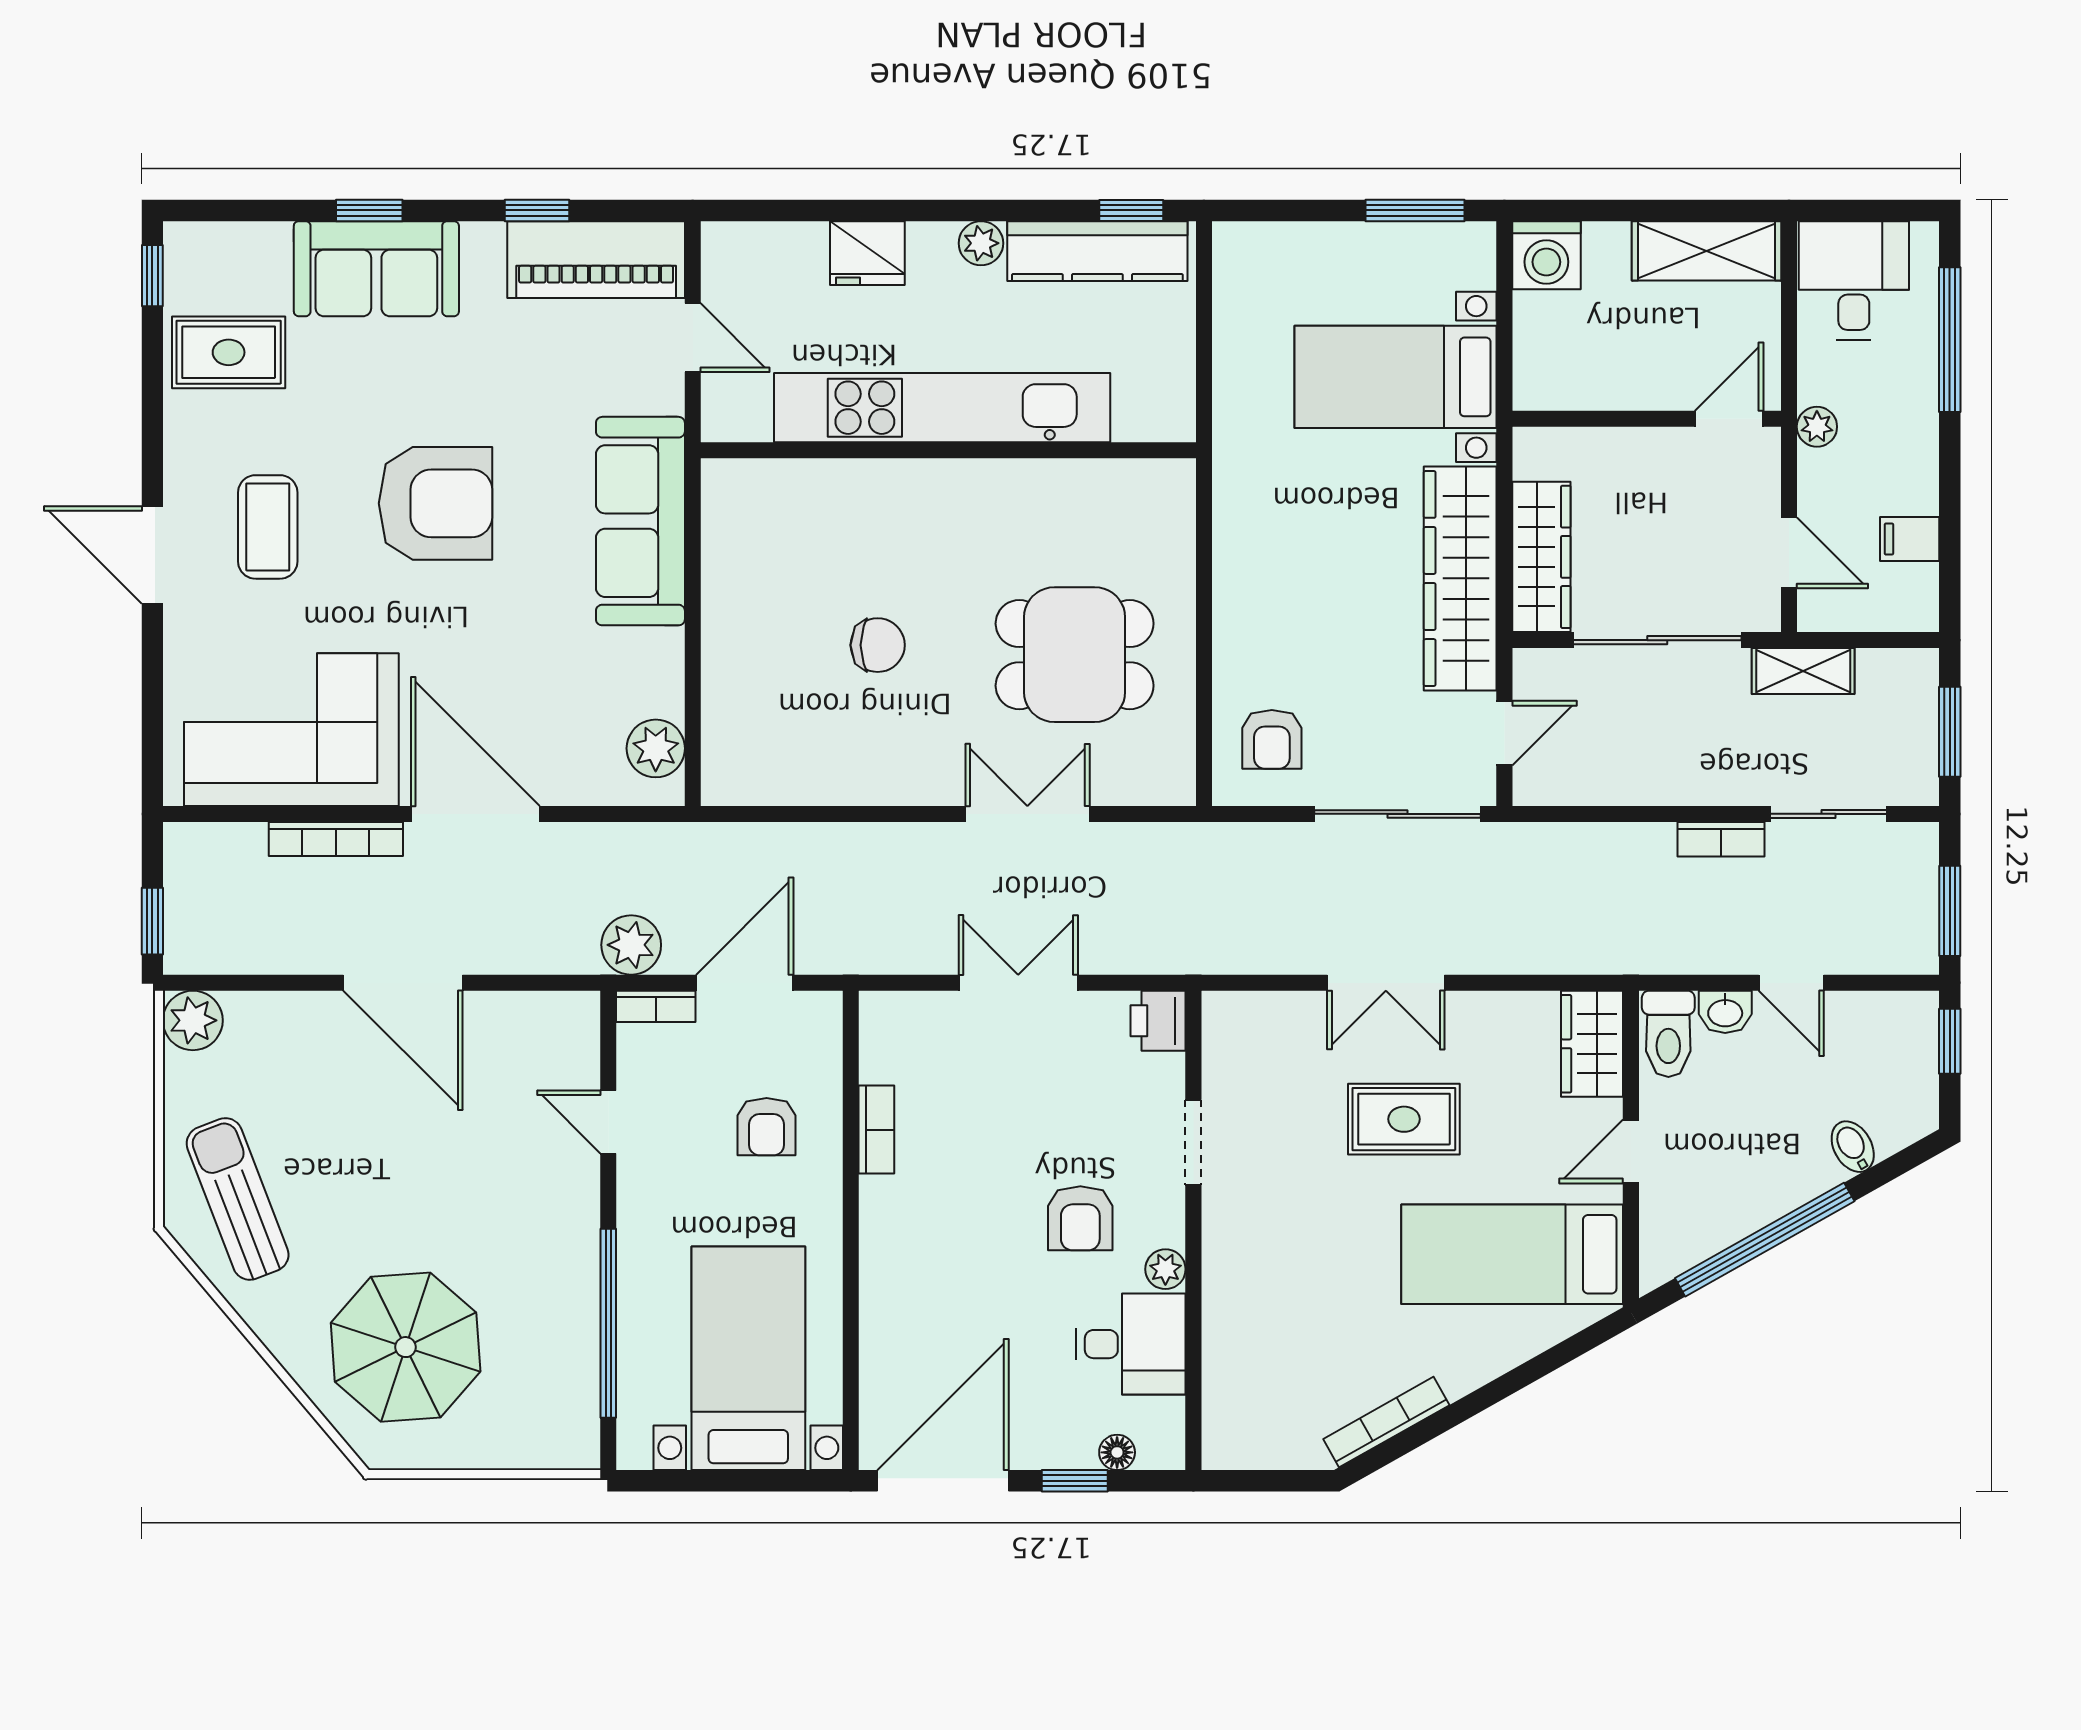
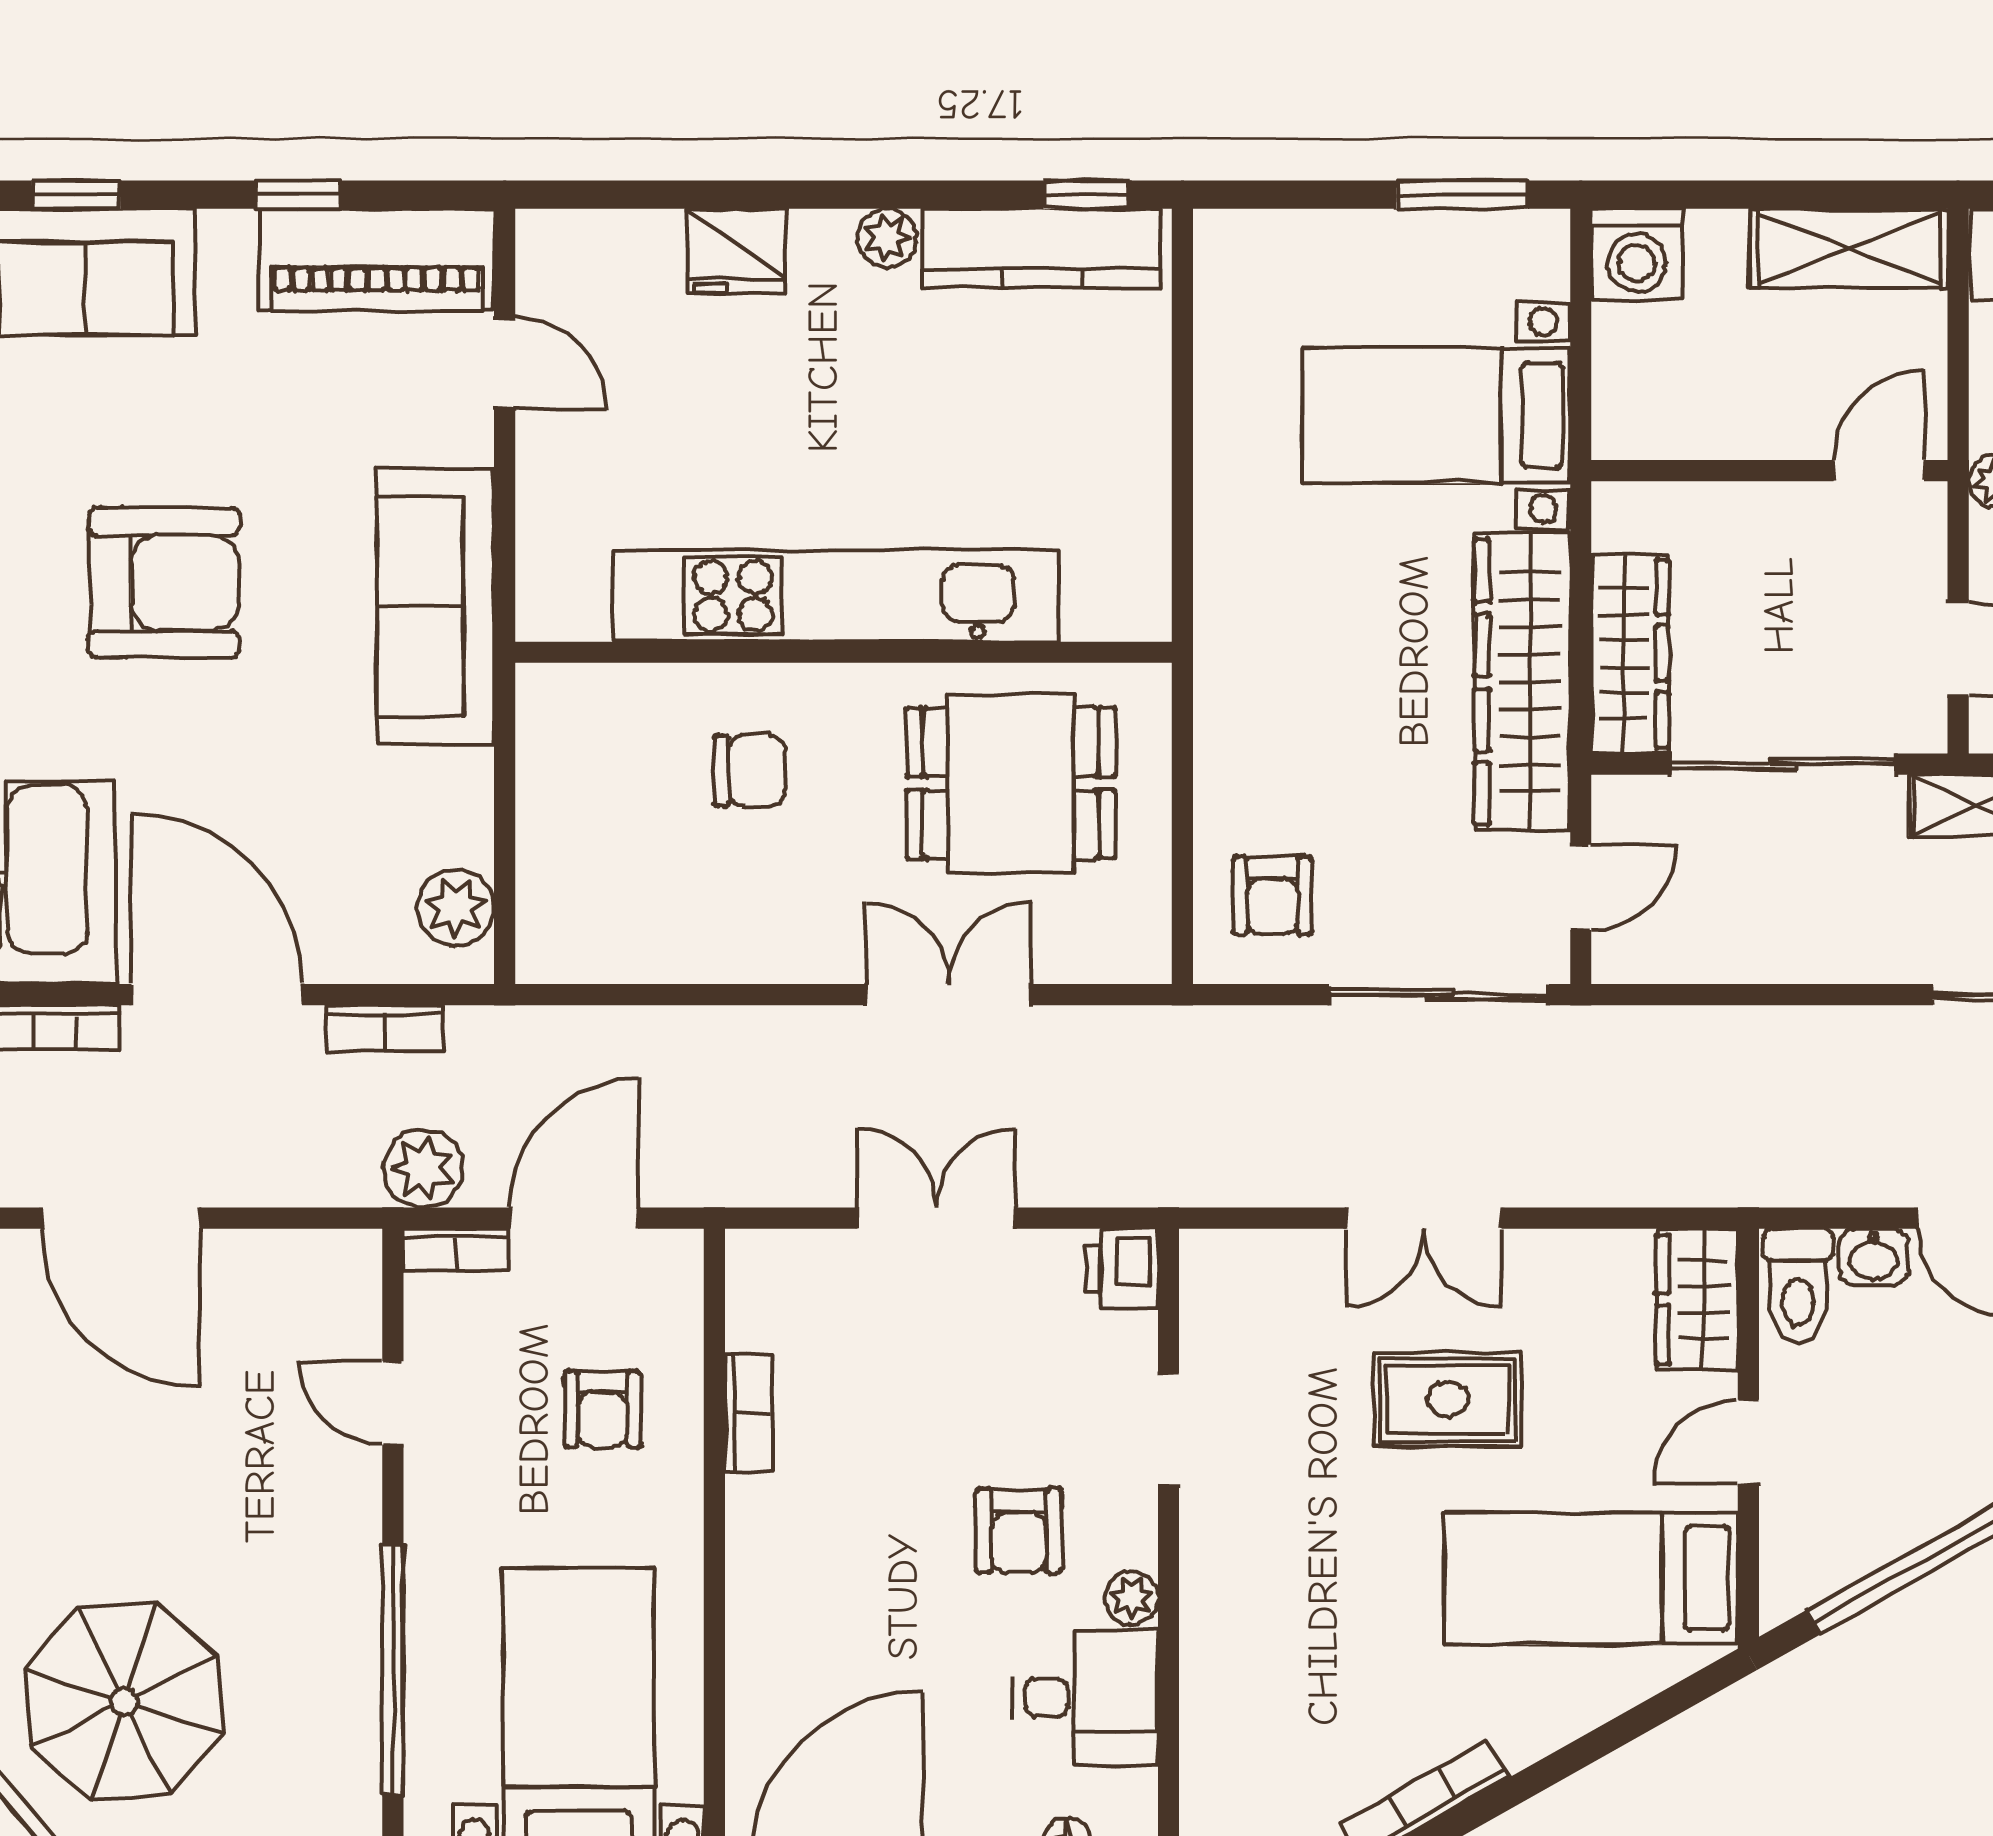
kitchen unit: (942, 408) -> (835, 596), moved
wall: (948, 450) -> (844, 652), moved
bookcase: (1721, 839) -> (385, 1028), moved

